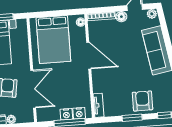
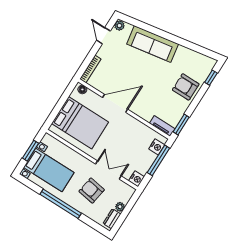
floor lamp: (121, 17) -> (103, 52), removed
double door: (33, 89) -> (108, 170), width x0.73
nightstand: (66, 114) -> (137, 179), moved
window: (132, 118) -> (181, 125), moved

